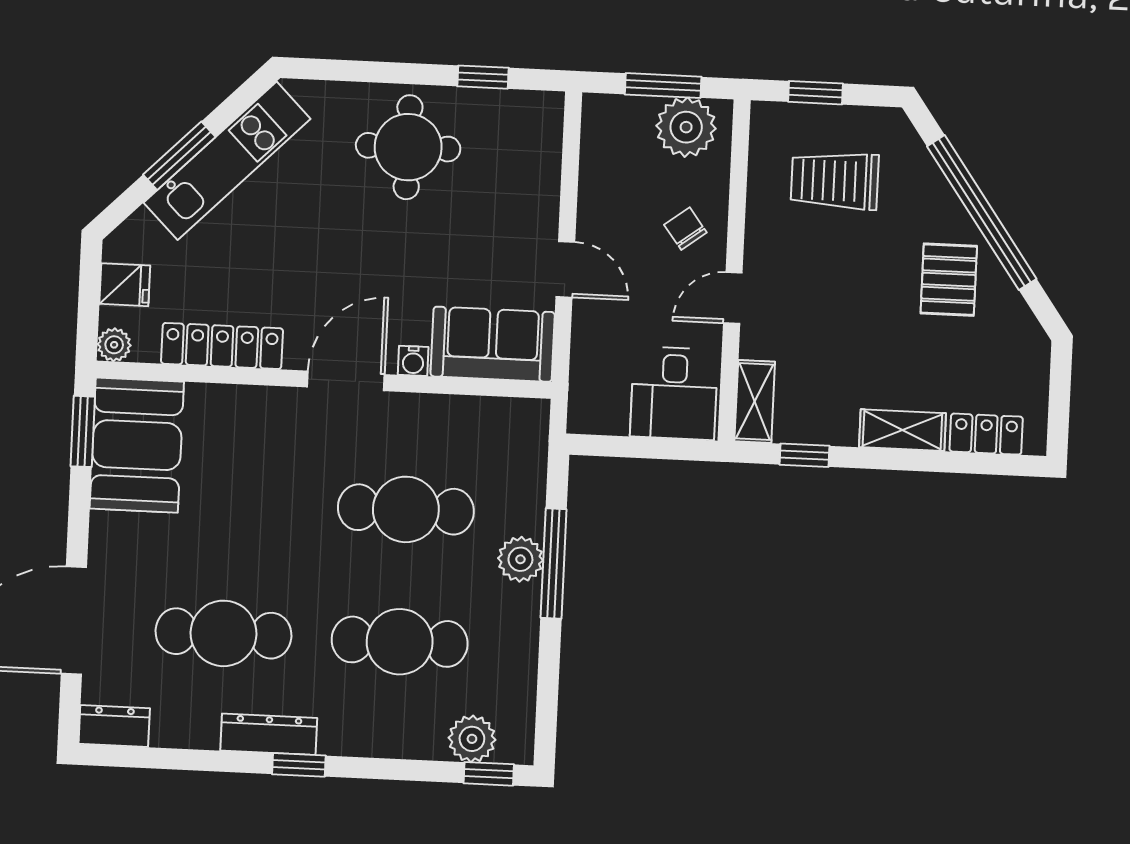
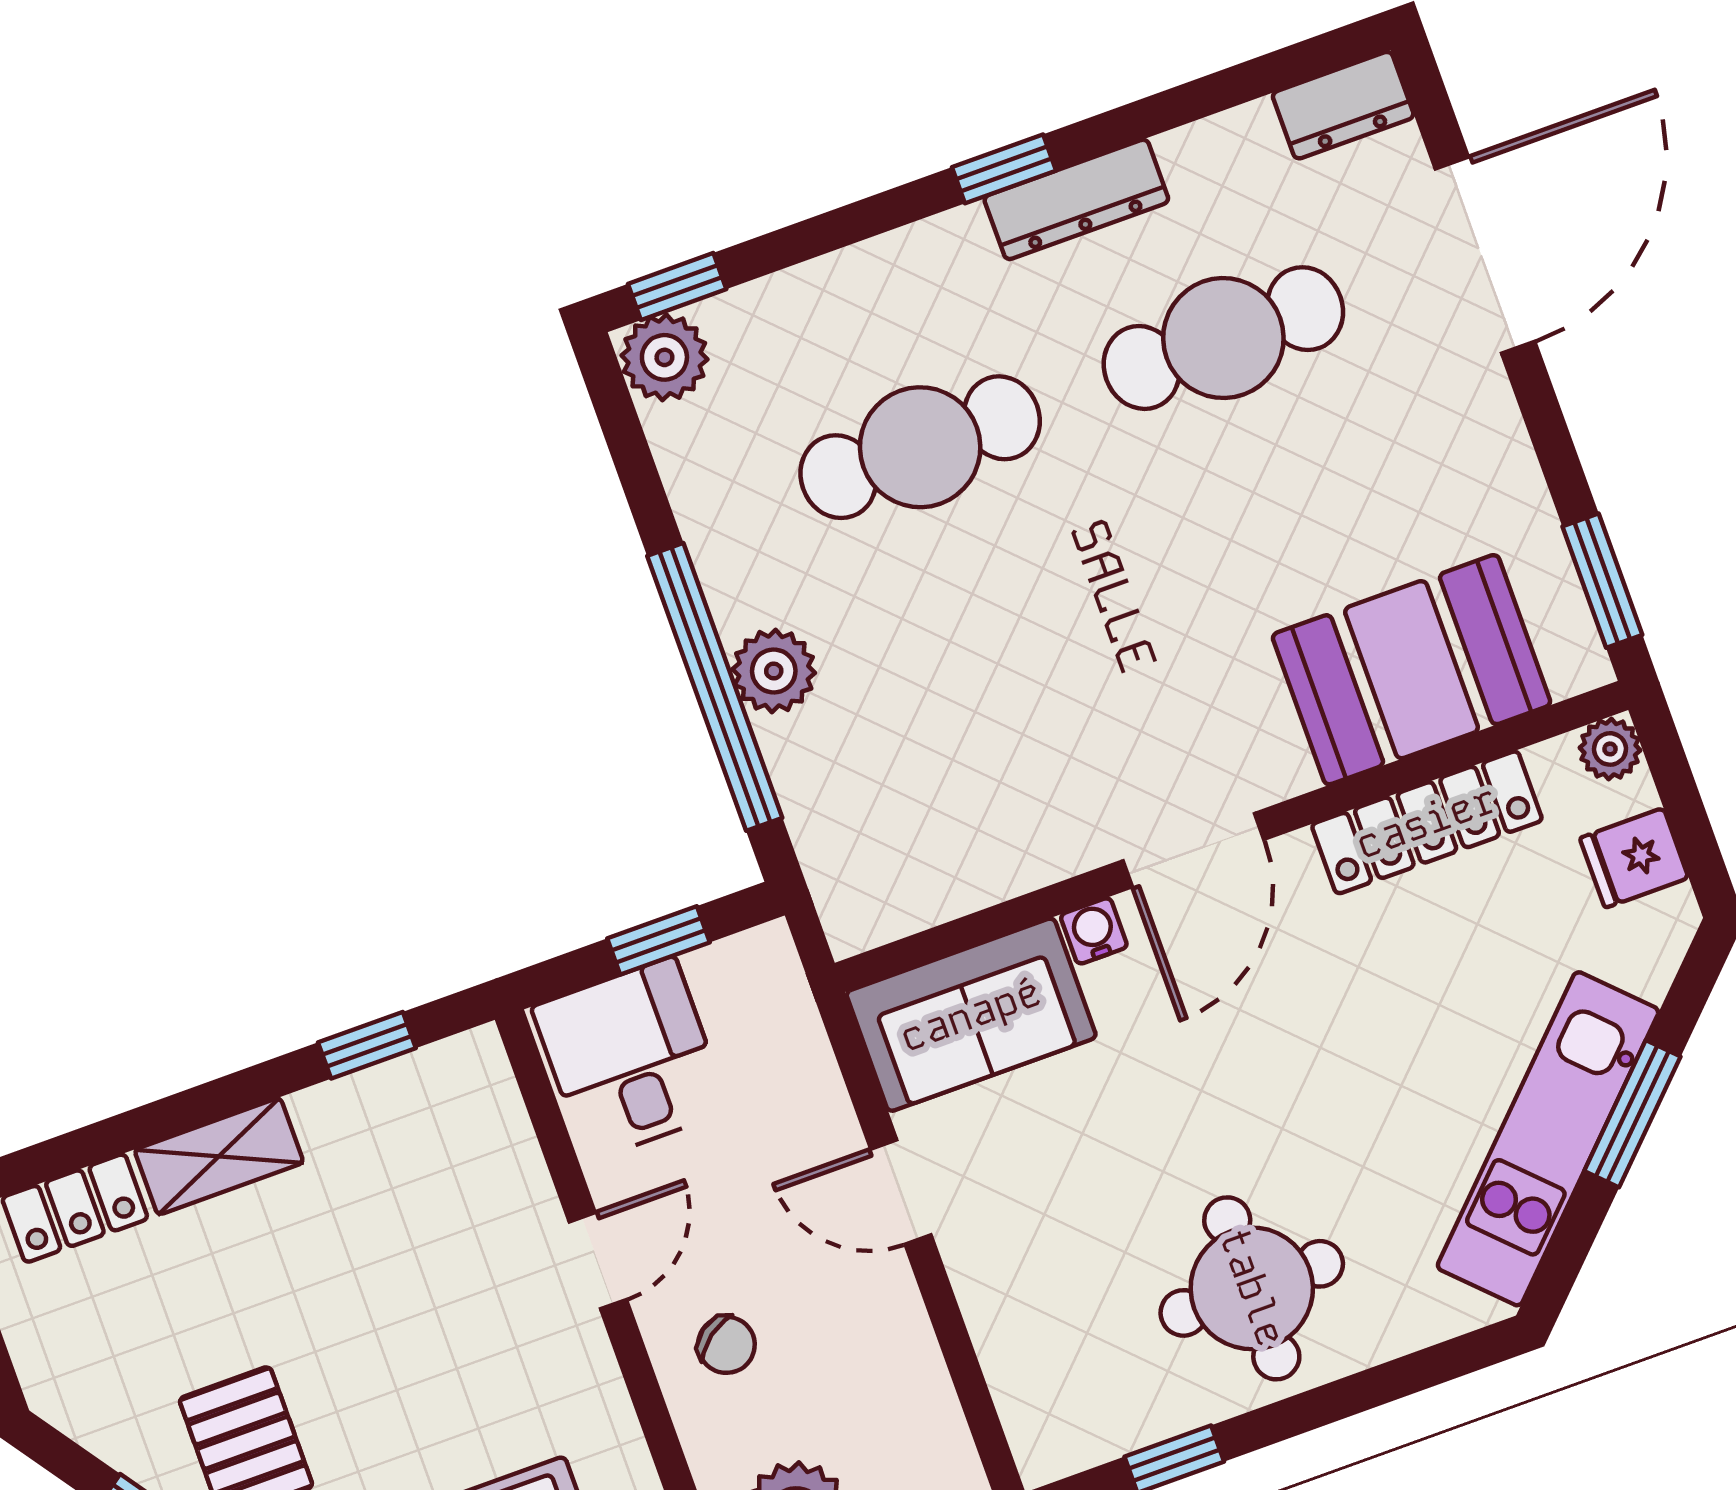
shelving: (755, 402) -> (488, 1101), removed
booth: (137, 445) -> (1411, 670), moved, turned 90
window: (635, 447) -> (659, 940), added
cafe table: (406, 509) -> (1002, 675), removed
window: (554, 564) -> (715, 687), width x1.46
plant: (472, 739) -> (664, 357), moved

